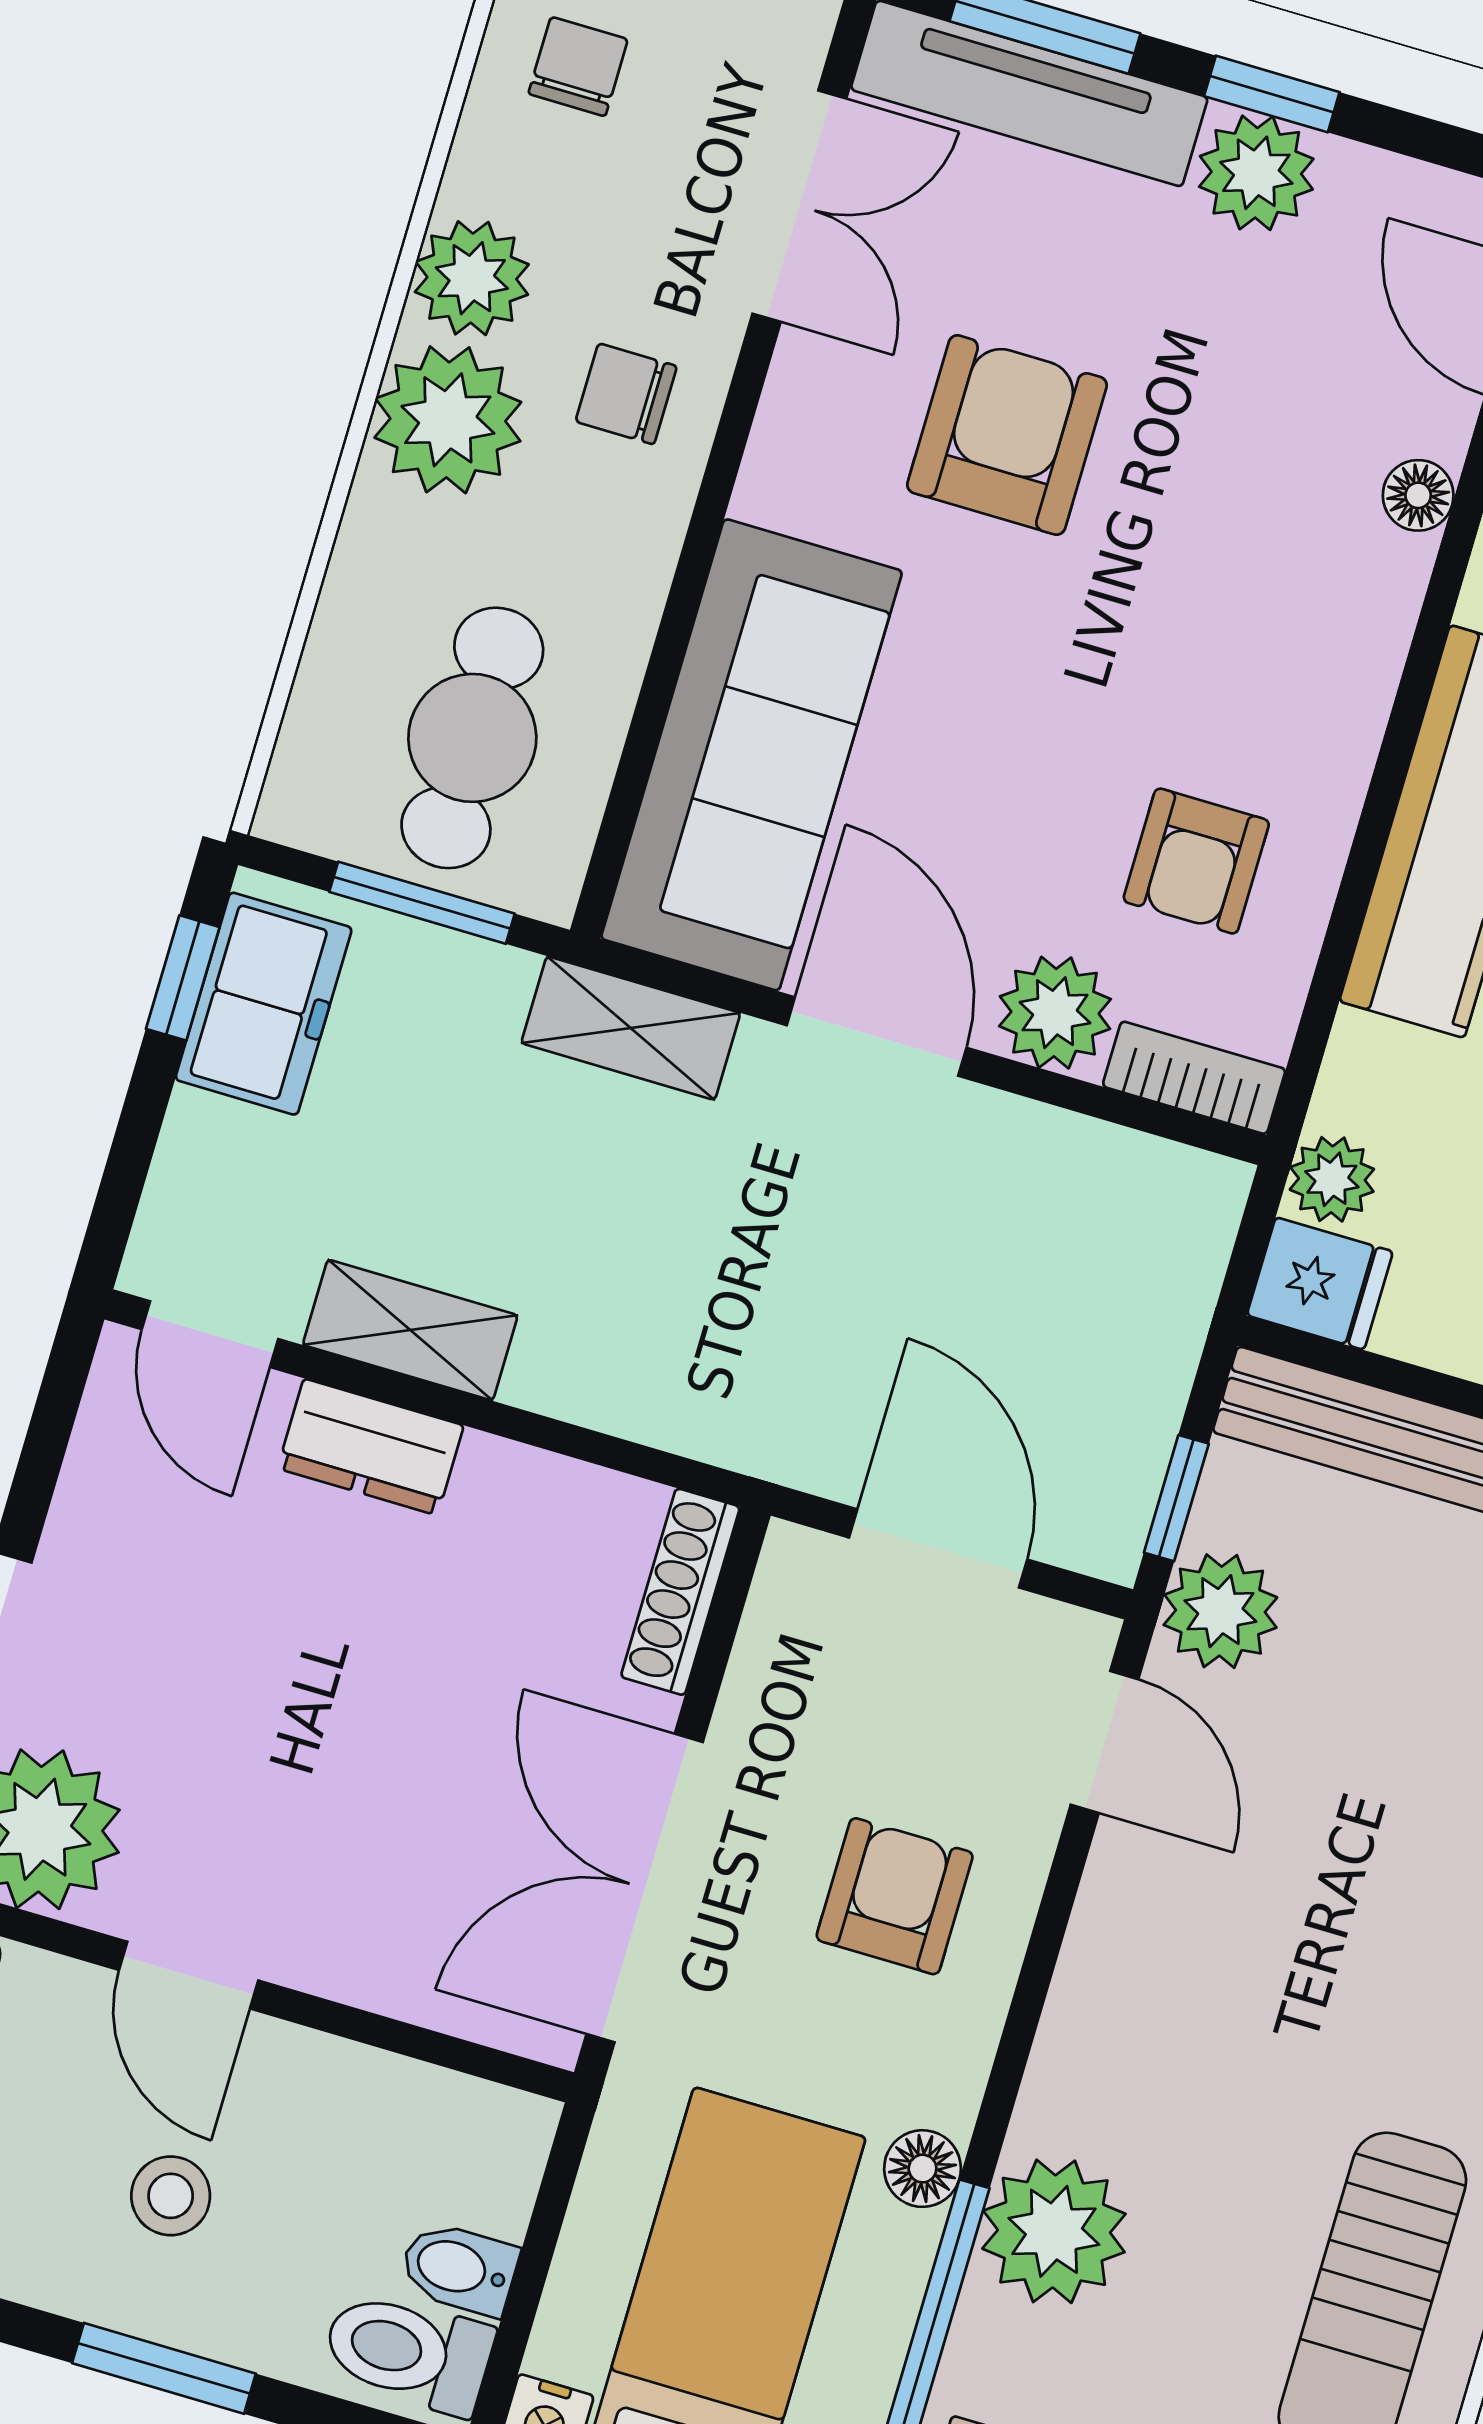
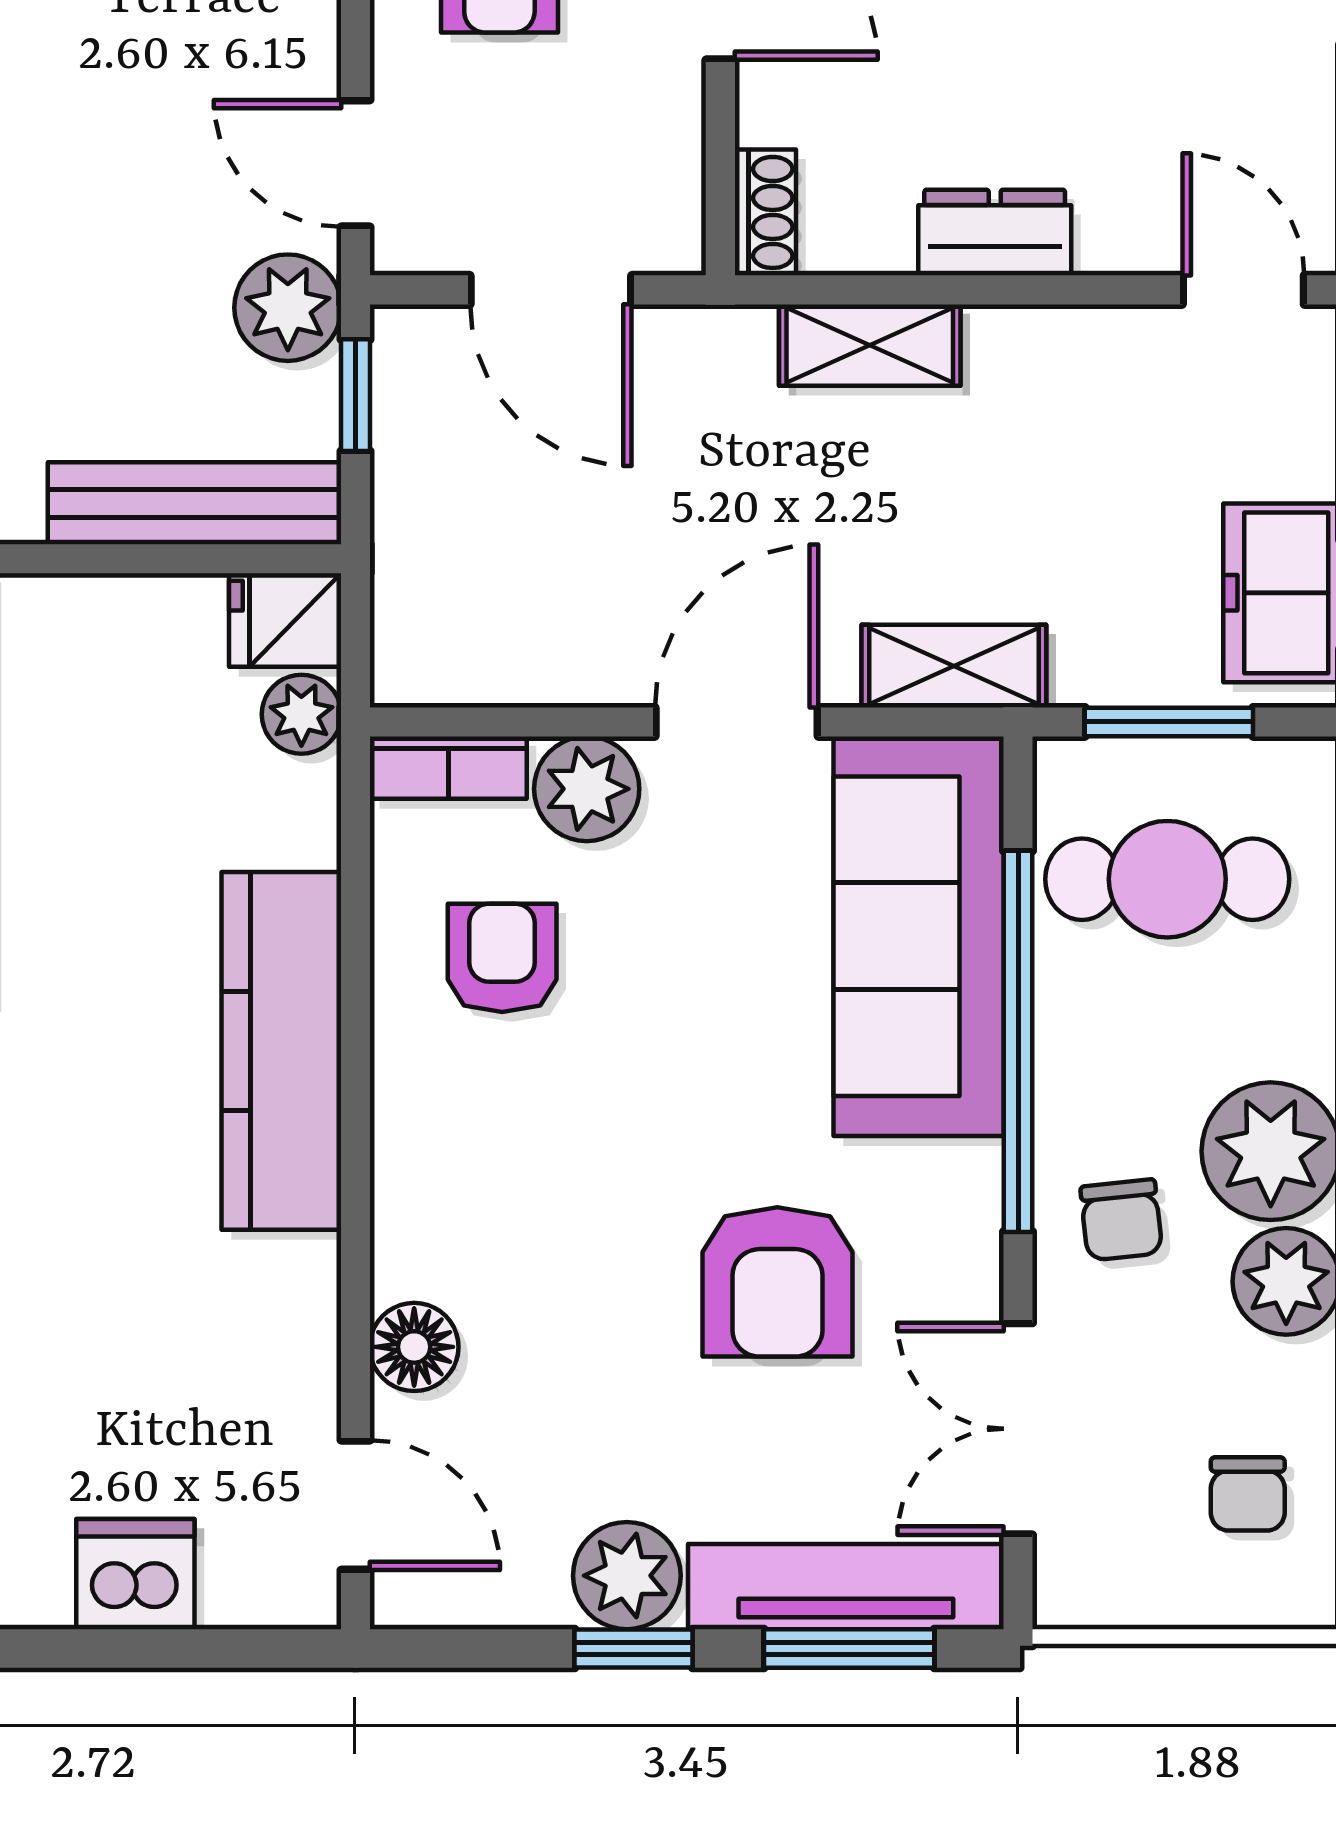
chair: (626, 394) -> (1121, 1220), turned 84
floor lamp: (1418, 495) -> (414, 1347), width x1.37, depth x1.37
window: (680, 614) -> (1018, 1041), added
cafe table: (472, 738) -> (1167, 879), turned 90
door: (877, 1037) -> (737, 722), swing flipped
shelving: (410, 1330) -> (870, 345), moved
dresser: (371, 1447) -> (995, 233), moved
shoe rack: (680, 1592) -> (765, 212), width x0.70

